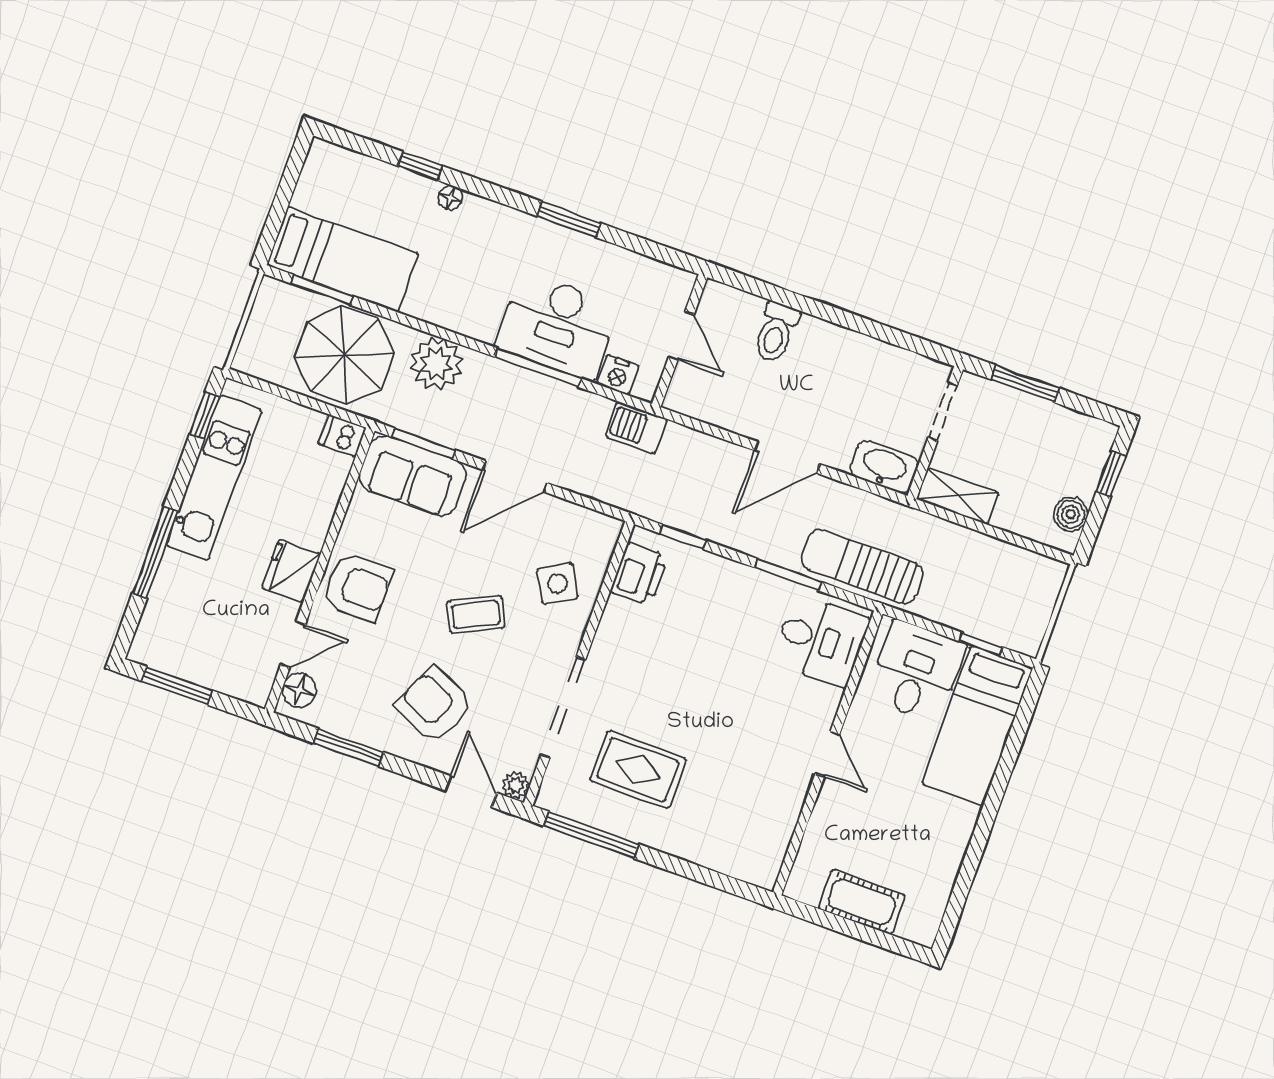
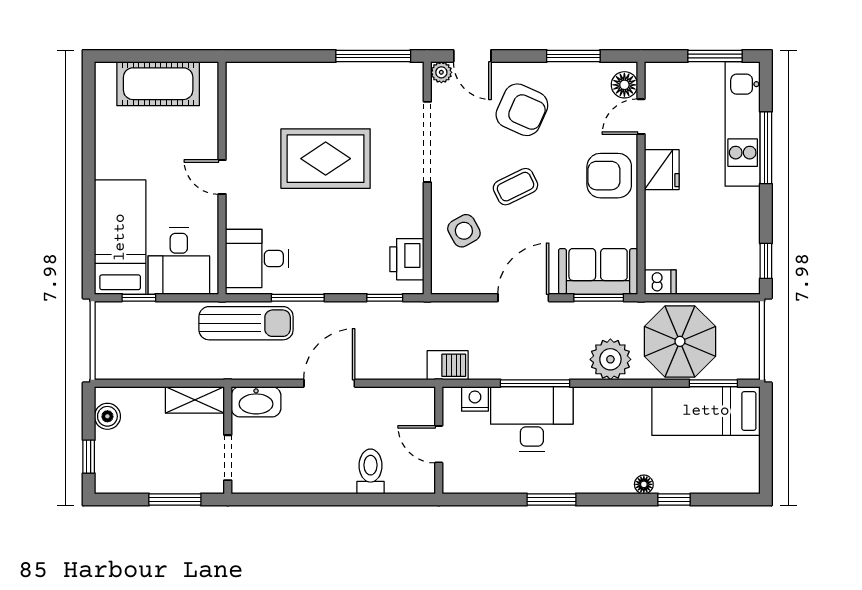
kitchen unit: (214, 478) -> (743, 124), moved
rug: (638, 770) -> (326, 159), moved, width x1.36, depth x1.43
cot: (862, 902) -> (158, 84), width x1.37, depth x1.34

